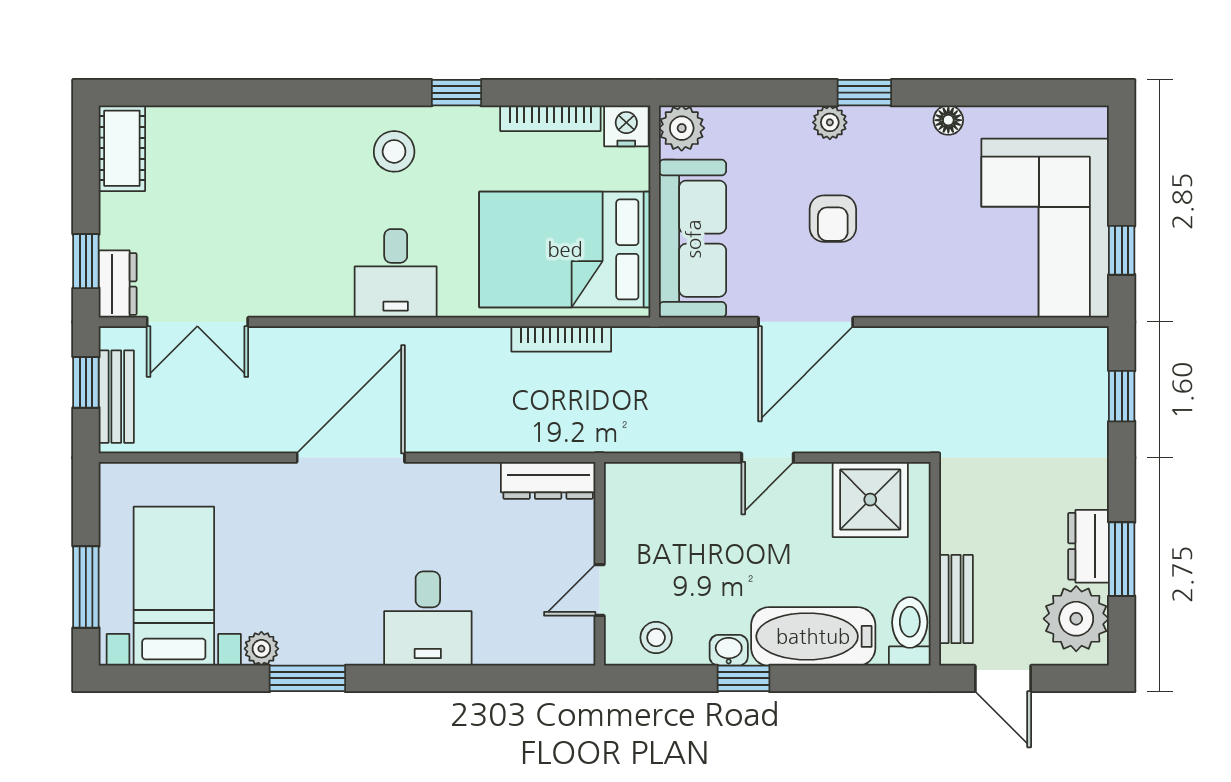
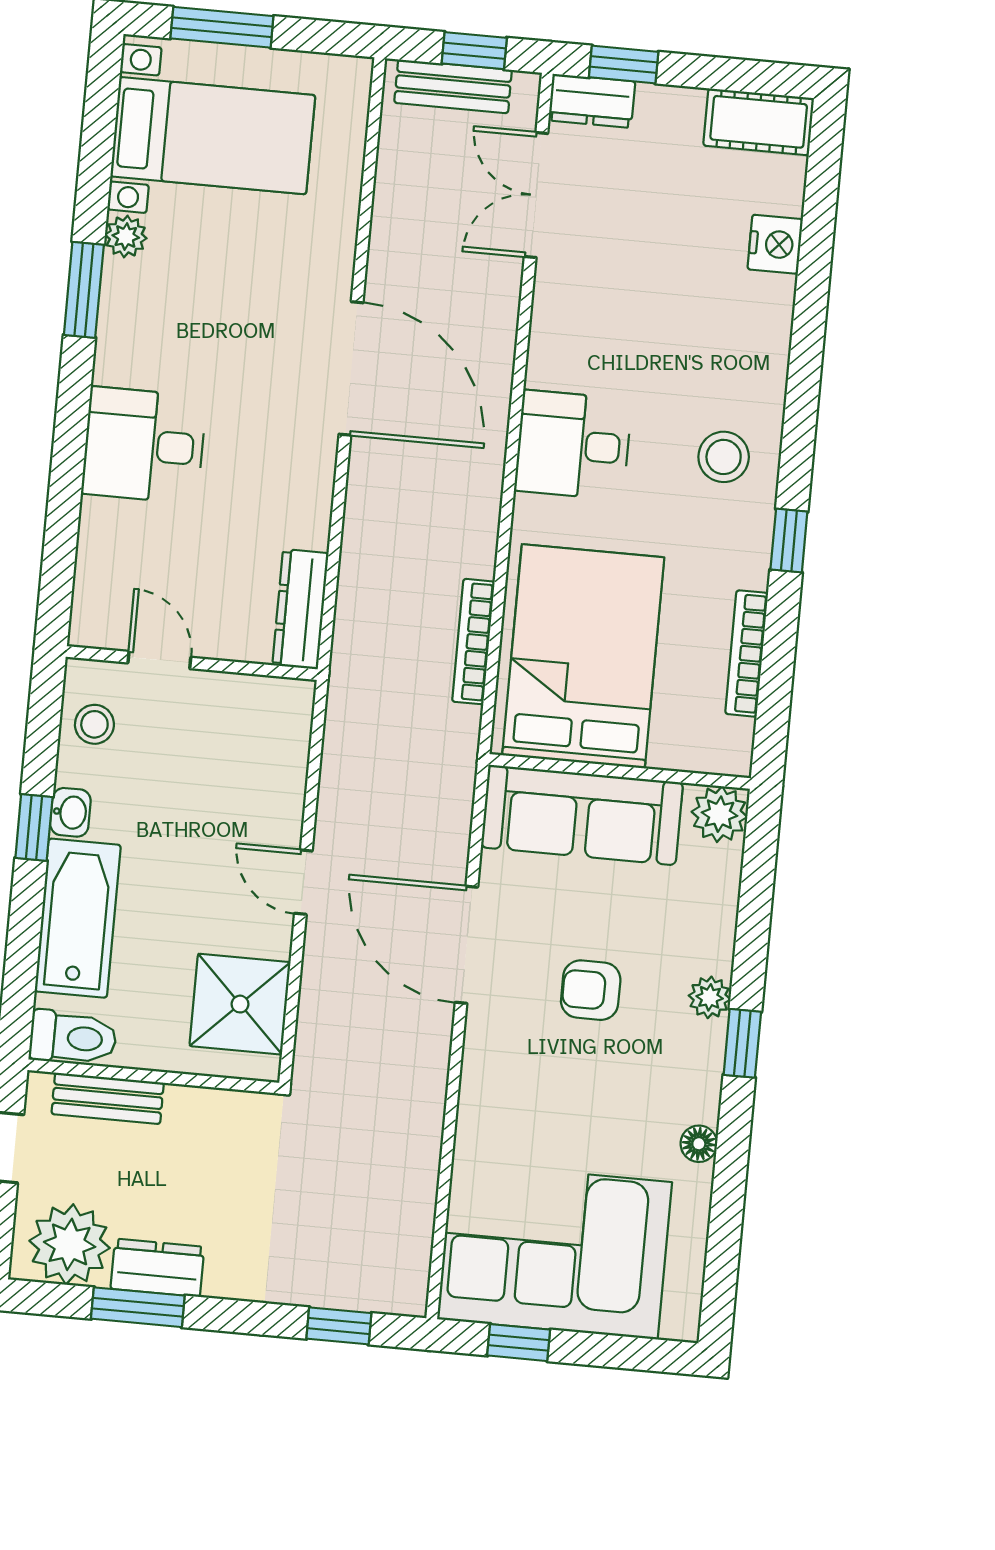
nightstand: (626, 126) -> (775, 244), moved

